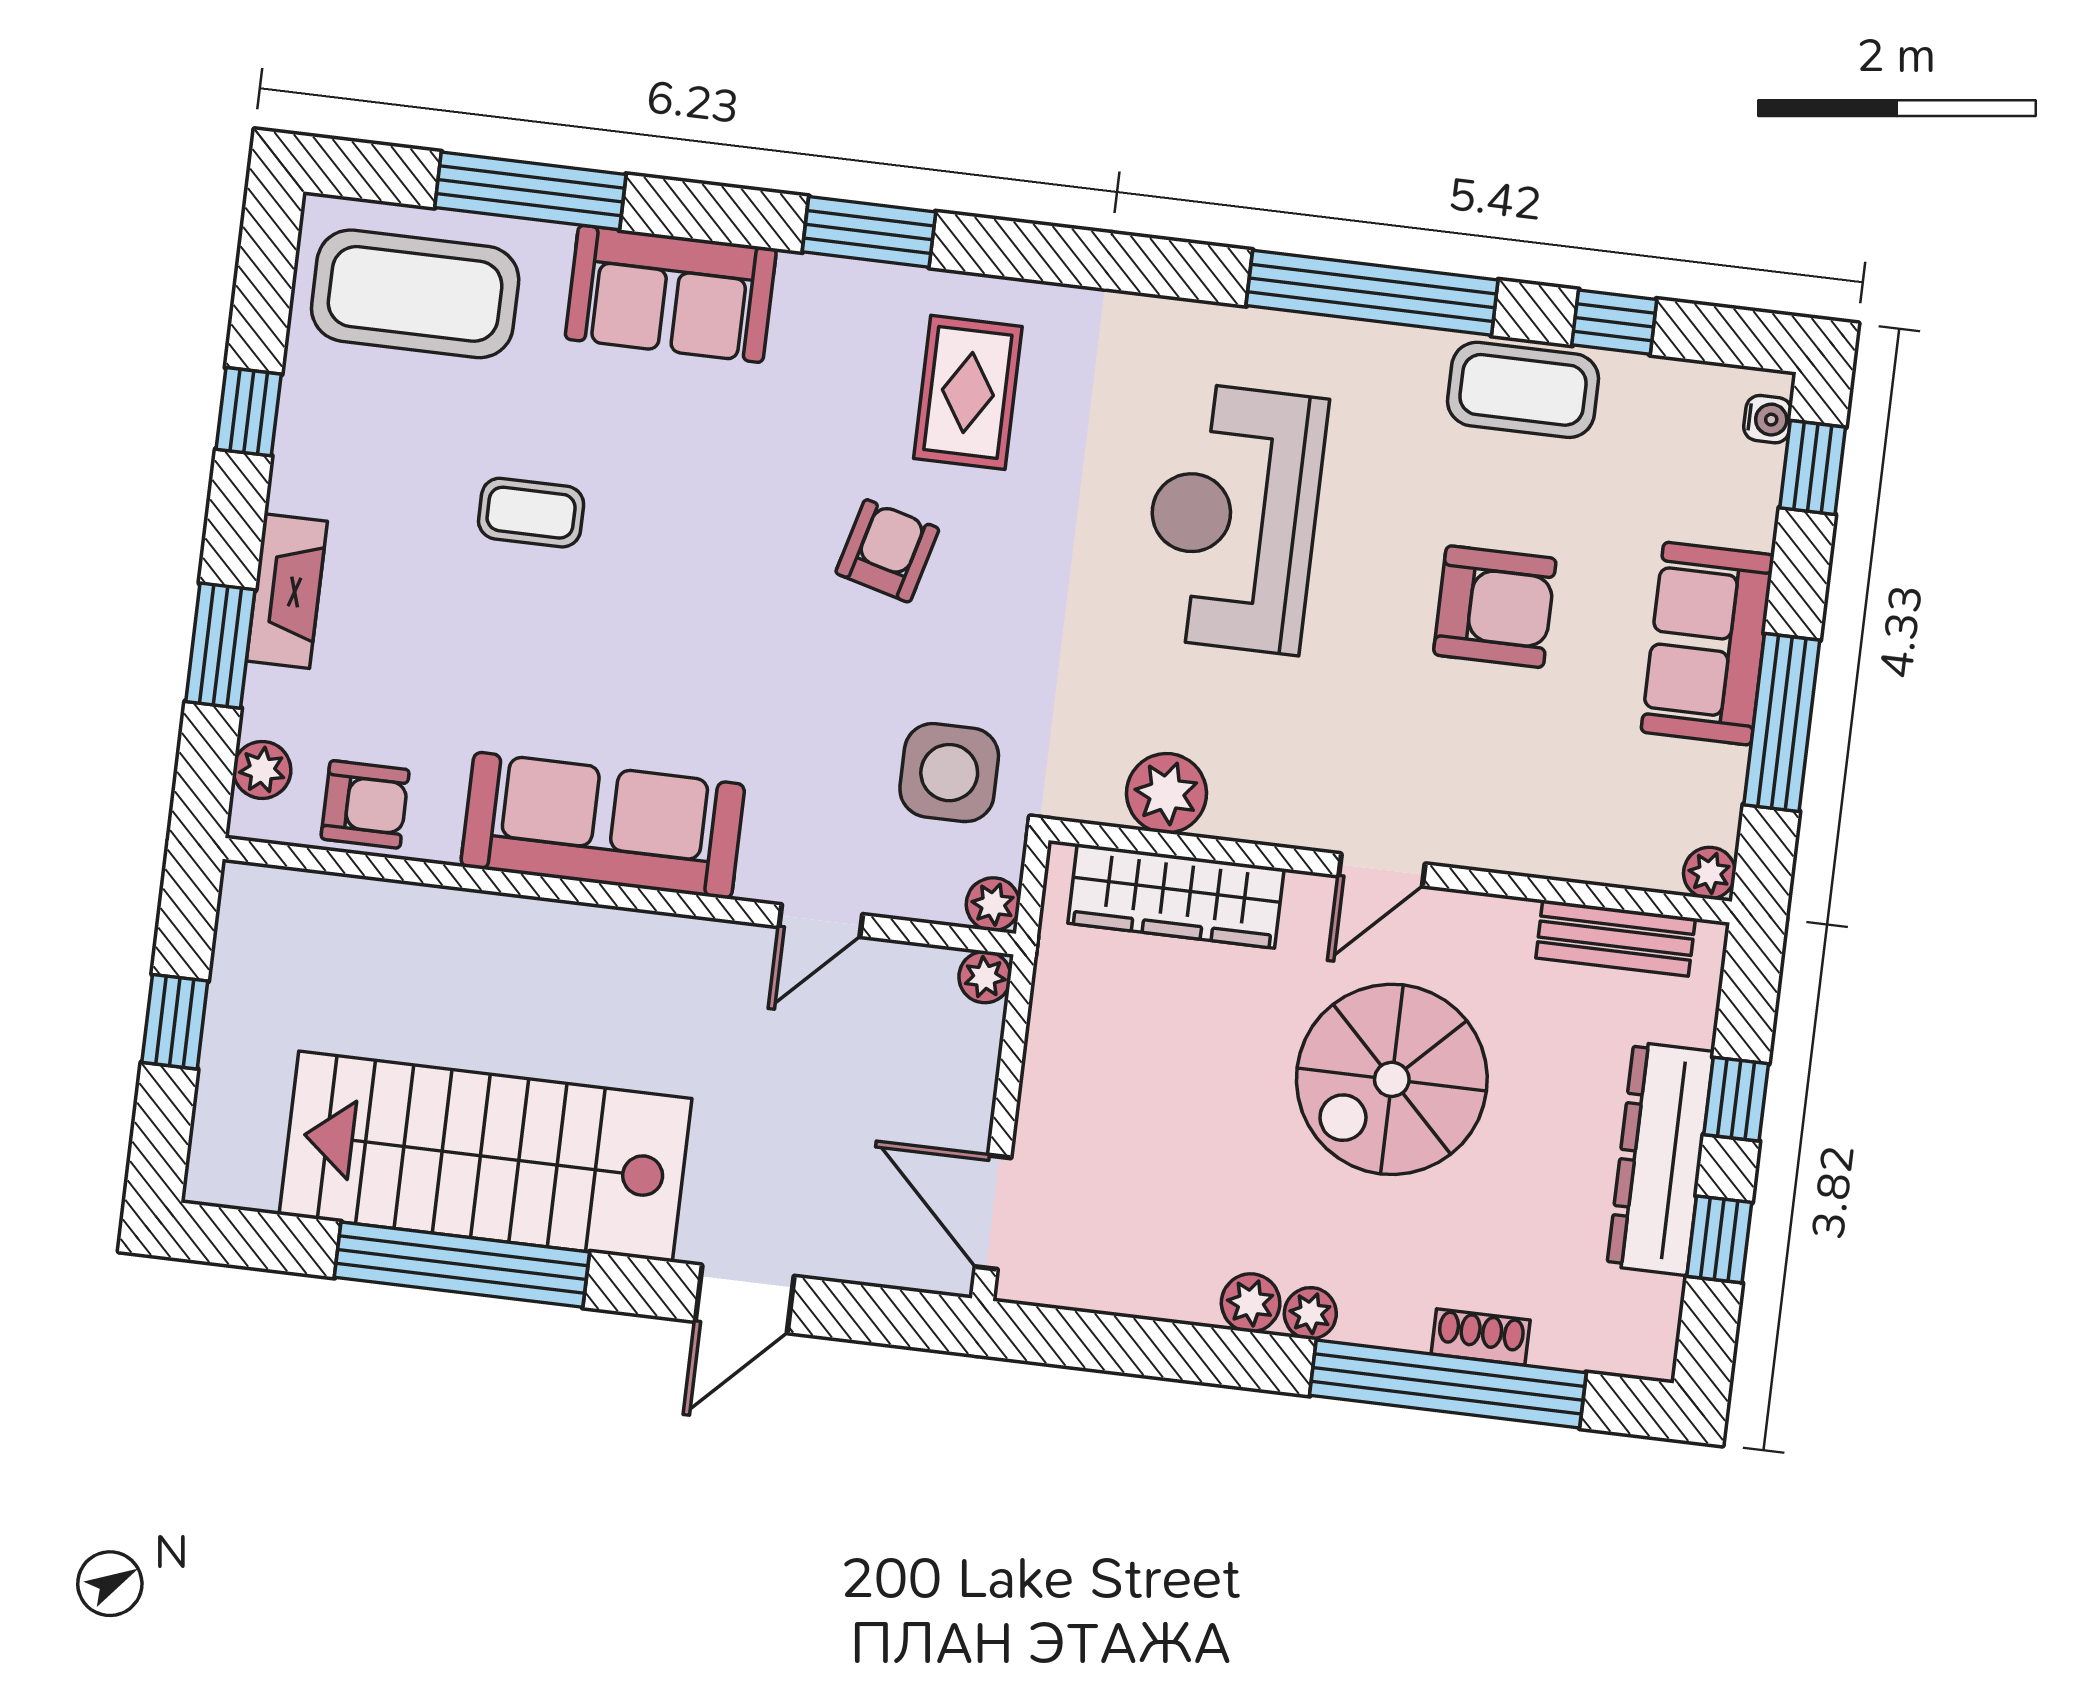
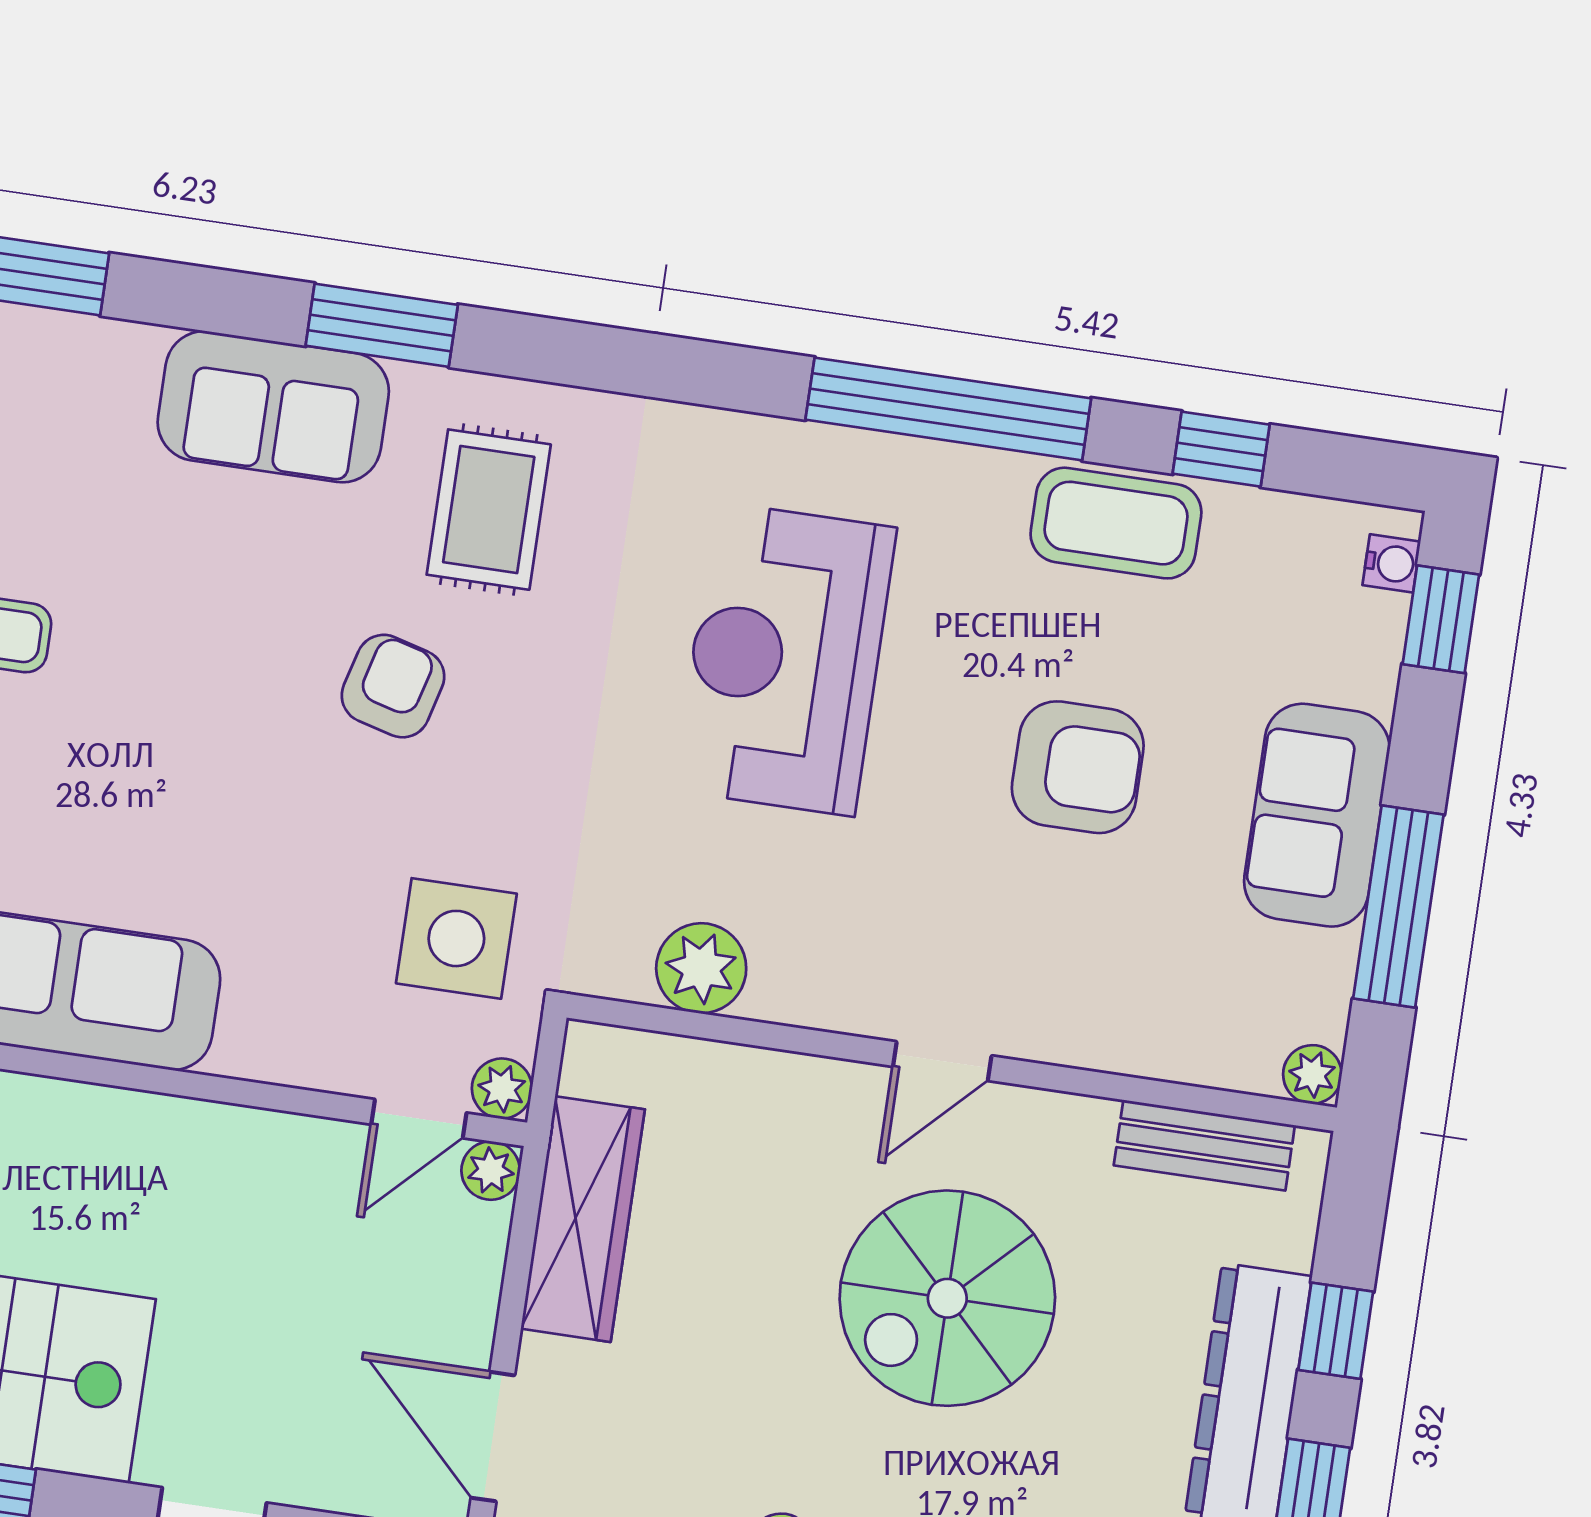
sofa: (671, 294) -> (273, 407), moved
wardrobe: (1176, 896) -> (583, 1219), moved, turned -90
door: (821, 921) -> (419, 1119), moved

